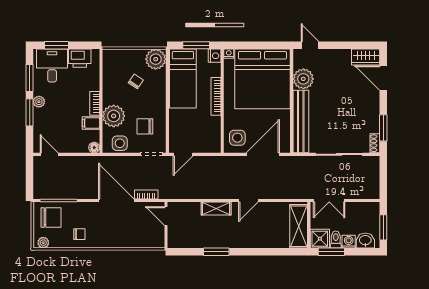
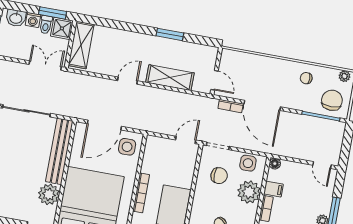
shelving: (216, 209) -> (170, 78), width x1.50, depth x1.33
chair: (51, 218) -> (332, 100), turned 90

